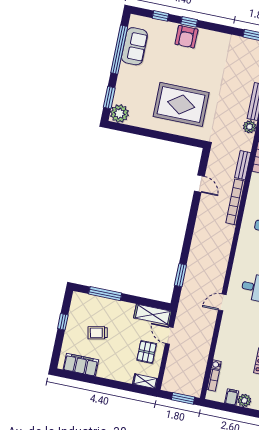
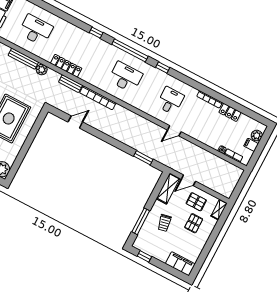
door: (222, 302) -> (174, 131), hinge flipped
window: (63, 322) -> (144, 256), moved
trolley: (98, 333) -> (164, 223), moved
pallet: (121, 356) -> (194, 223), added
filing cabinet: (81, 365) -> (180, 264), moved, turned 90
window: (183, 398) -> (241, 184), removed

